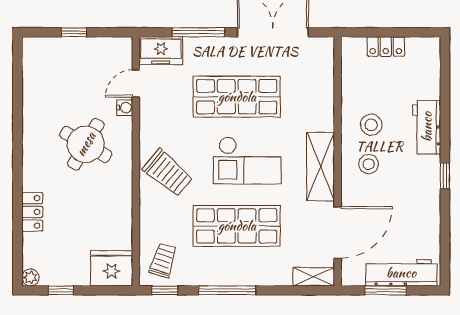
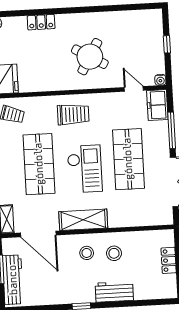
water cooler: (125, 108) -> (160, 80), moved
checkout: (247, 161) -> (85, 169), turned 180
trolley: (168, 173) -> (73, 114), turned -130

